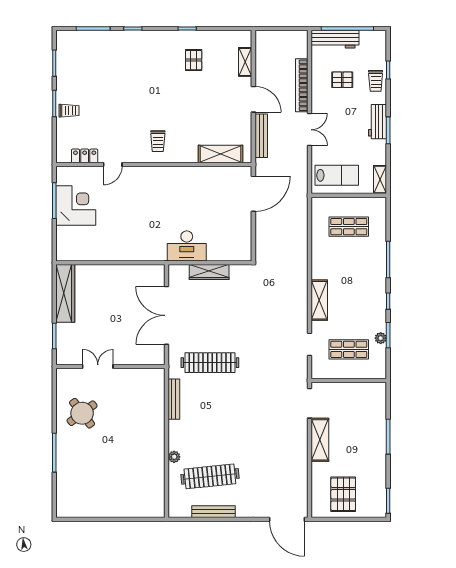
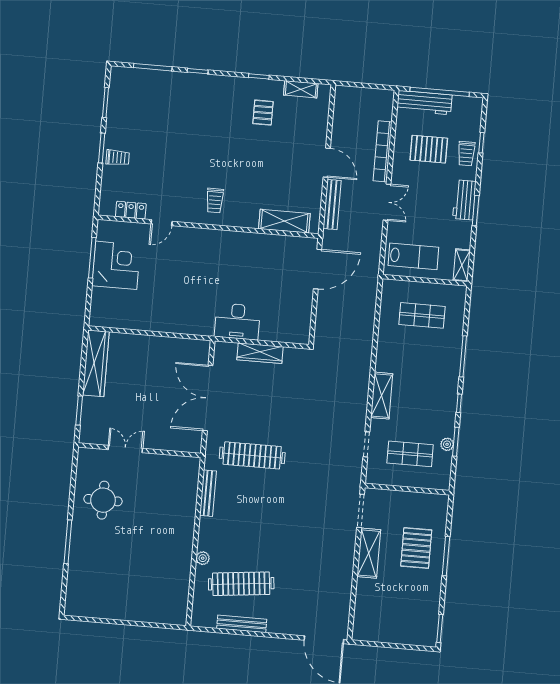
shelving: (245, 62) -> (301, 89), moved, turned 90
pallet: (342, 80) -> (429, 149), width x1.50, depth x1.42
round table: (82, 413) -> (103, 500), turned 37
pallet: (343, 494) -> (416, 548), moved

